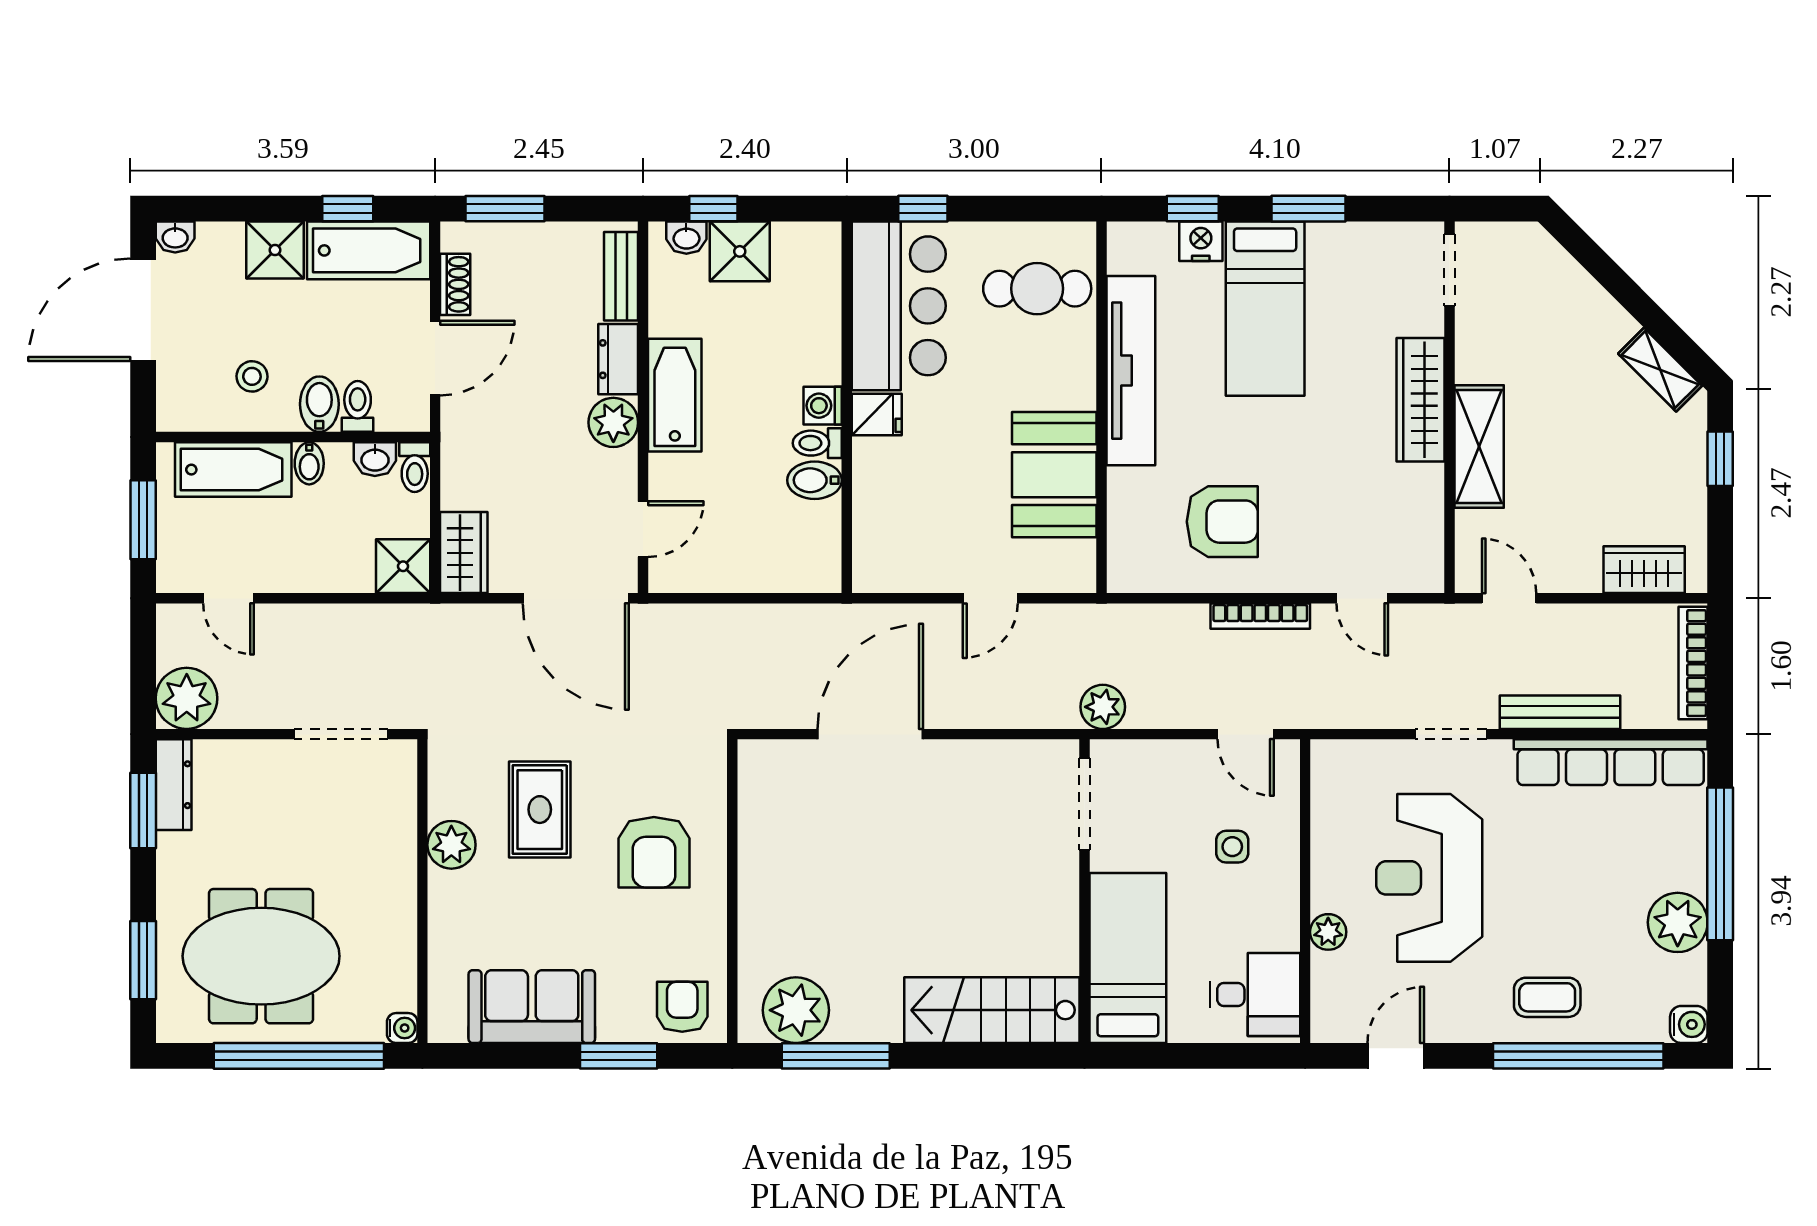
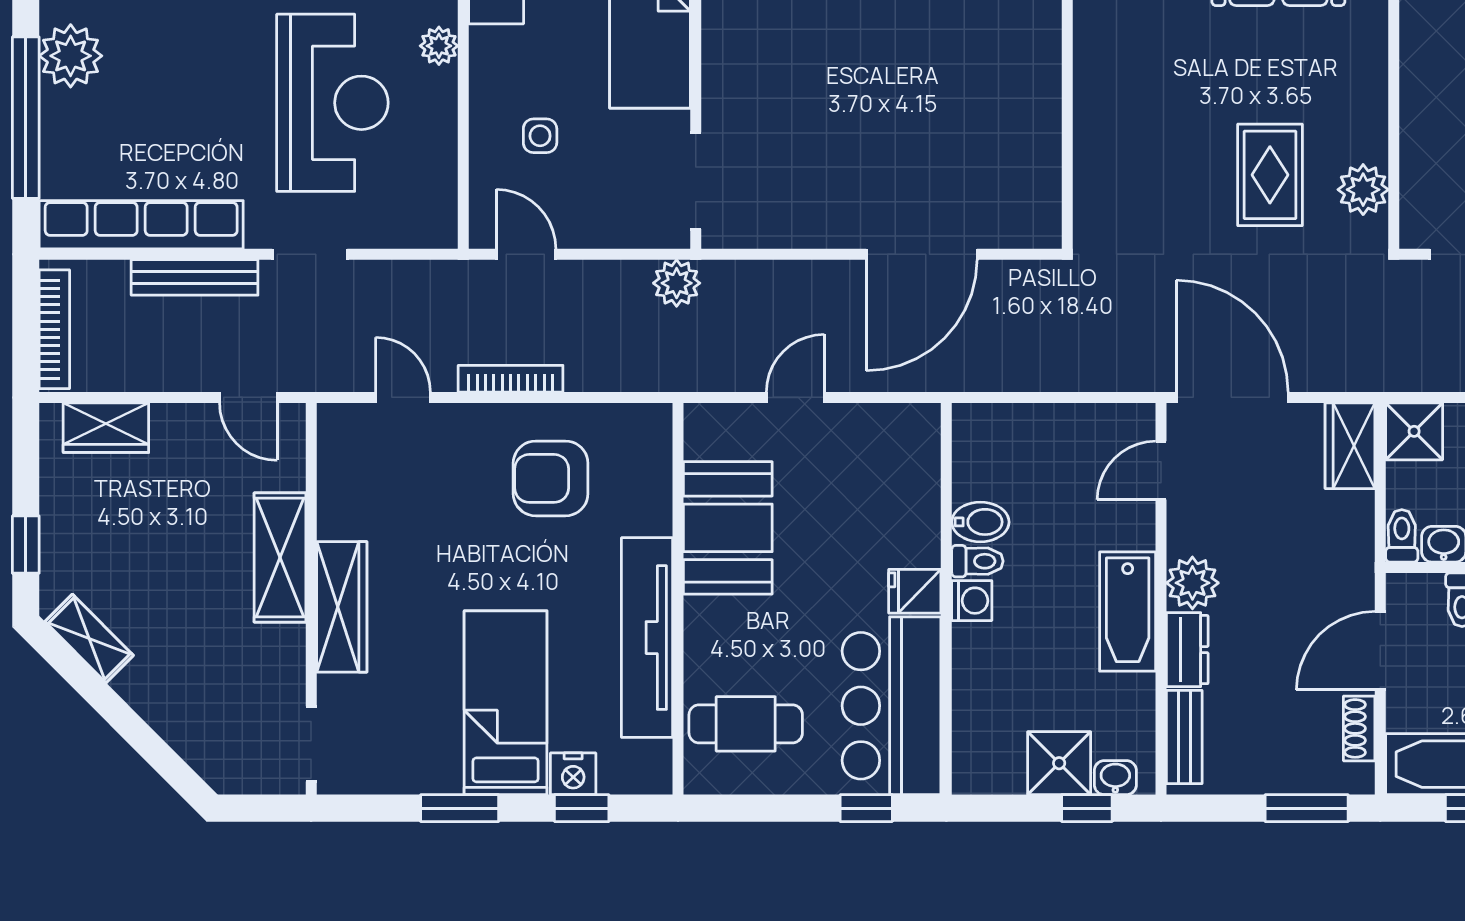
plant: (451, 845) -> (1363, 190), moved
armchair: (654, 852) -> (1150, 130), removed

